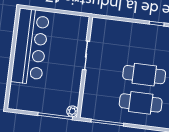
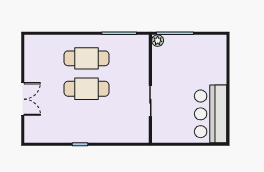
bar counter: (30, 47) -> (211, 114), width x0.73

